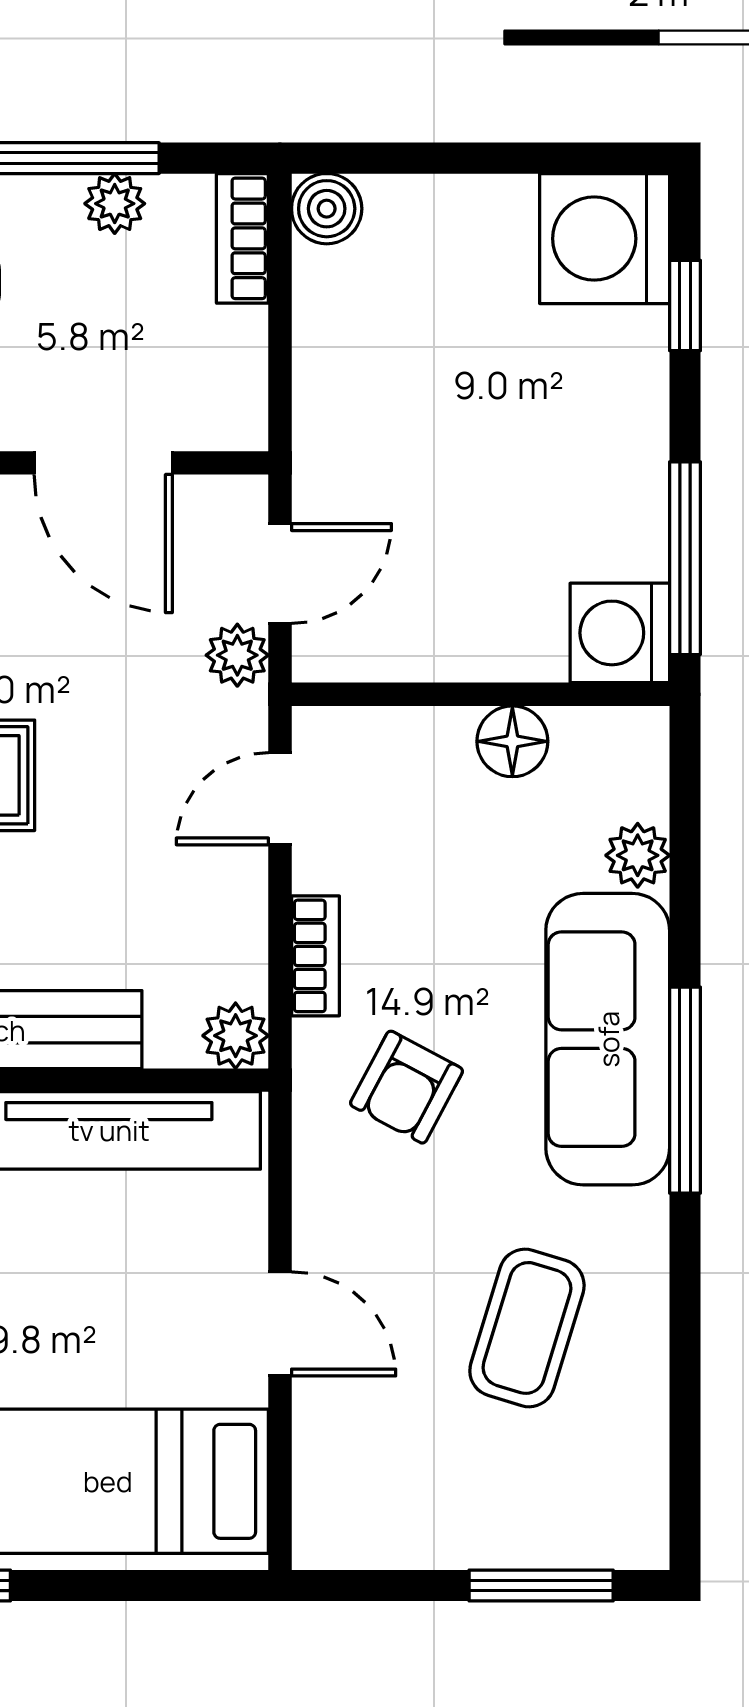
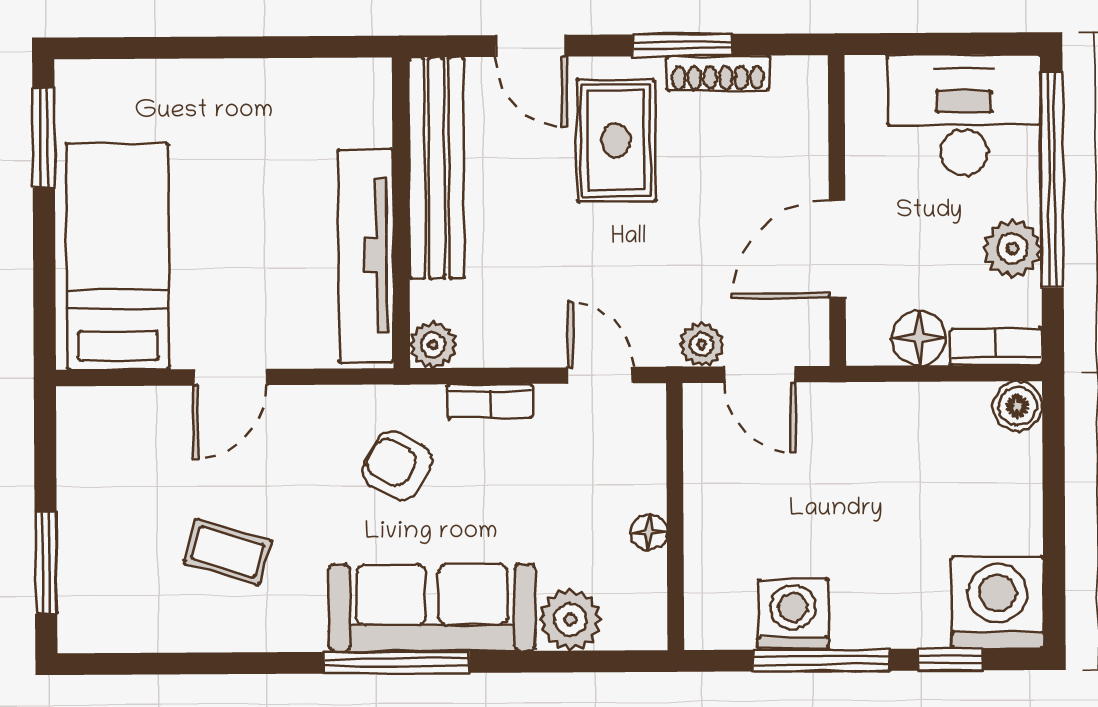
plant: (115, 204) -> (1012, 248), width x1.38, depth x1.38
floor lamp: (230, 348) -> (919, 338), added
window: (685, 558) -> (822, 660), moved
washing machine: (620, 633) -> (793, 614), moved
floor lamp: (512, 741) -> (649, 532), width x0.73, depth x0.73
plant: (638, 855) -> (570, 620), width x1.38, depth x1.38
coffee table: (527, 1328) -> (228, 552), width x0.73, depth x0.77

